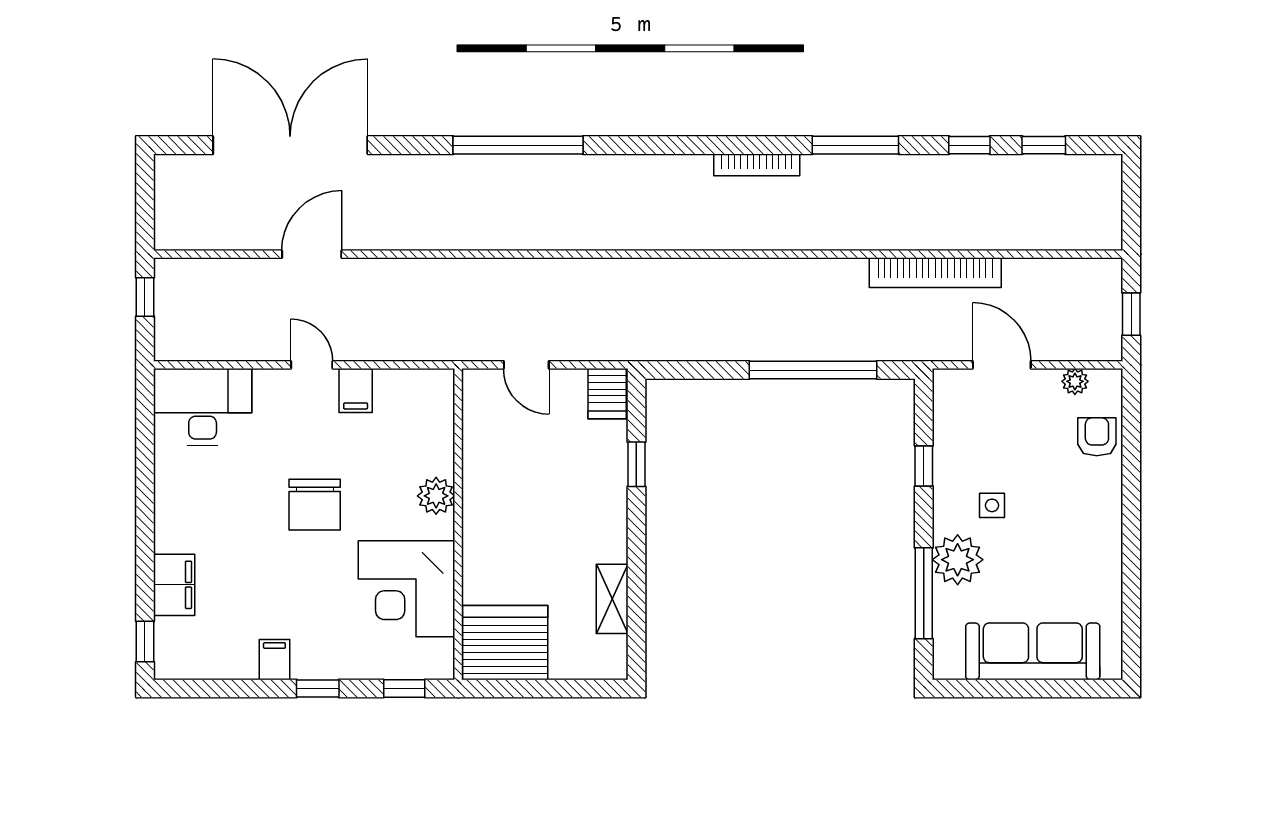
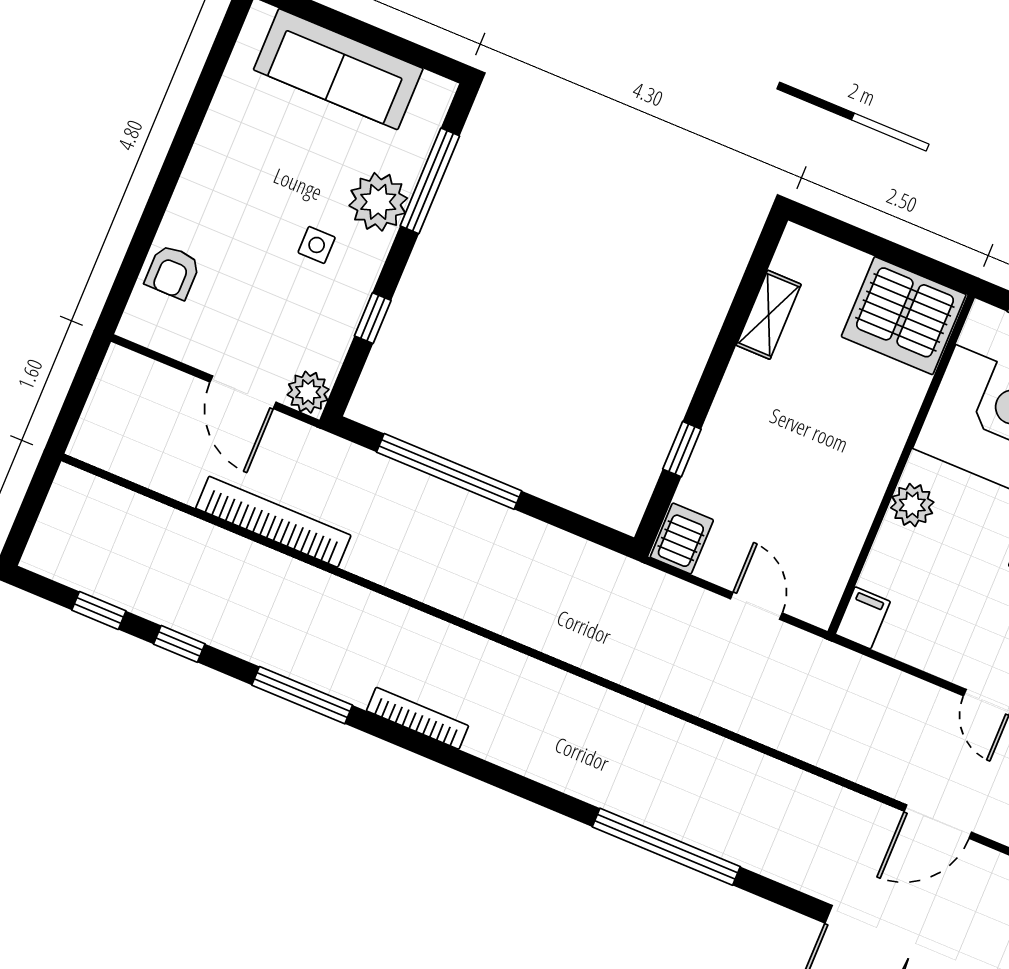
window: (1131, 314) -> (80, 389), removed
plant: (1075, 381) -> (308, 392), moved, width x1.38, depth x1.38
filing cabinet: (356, 390) -> (863, 618), moved

